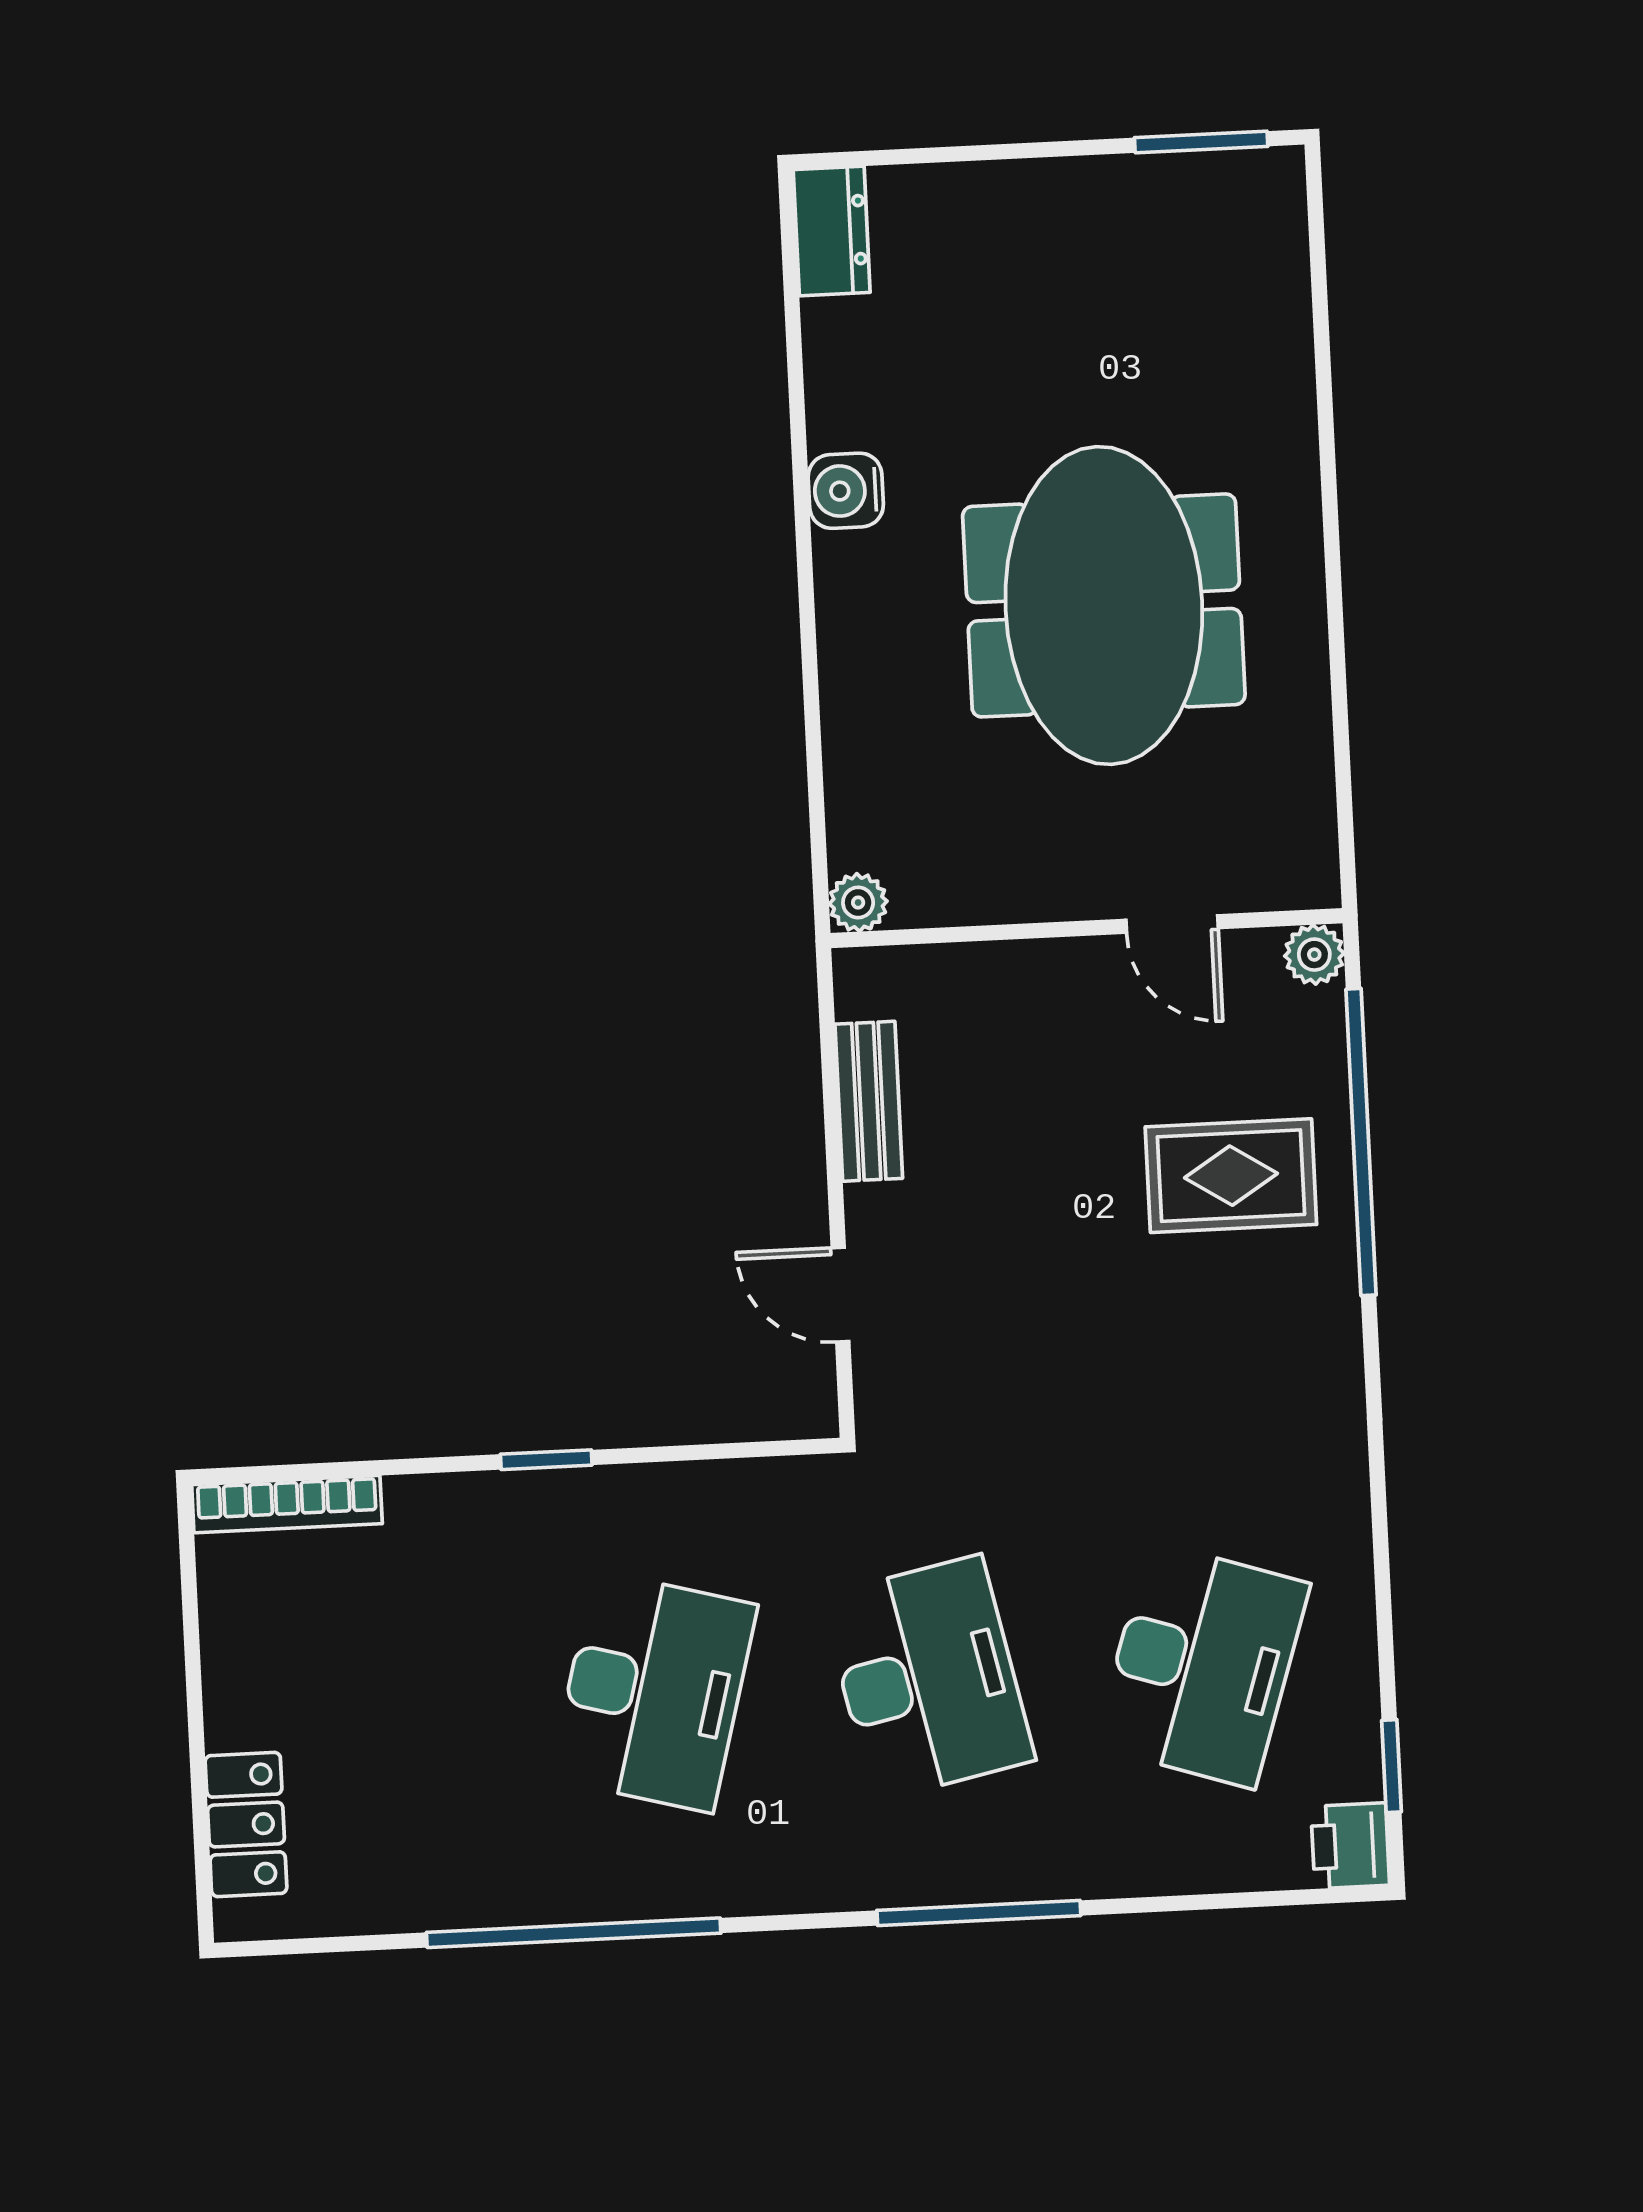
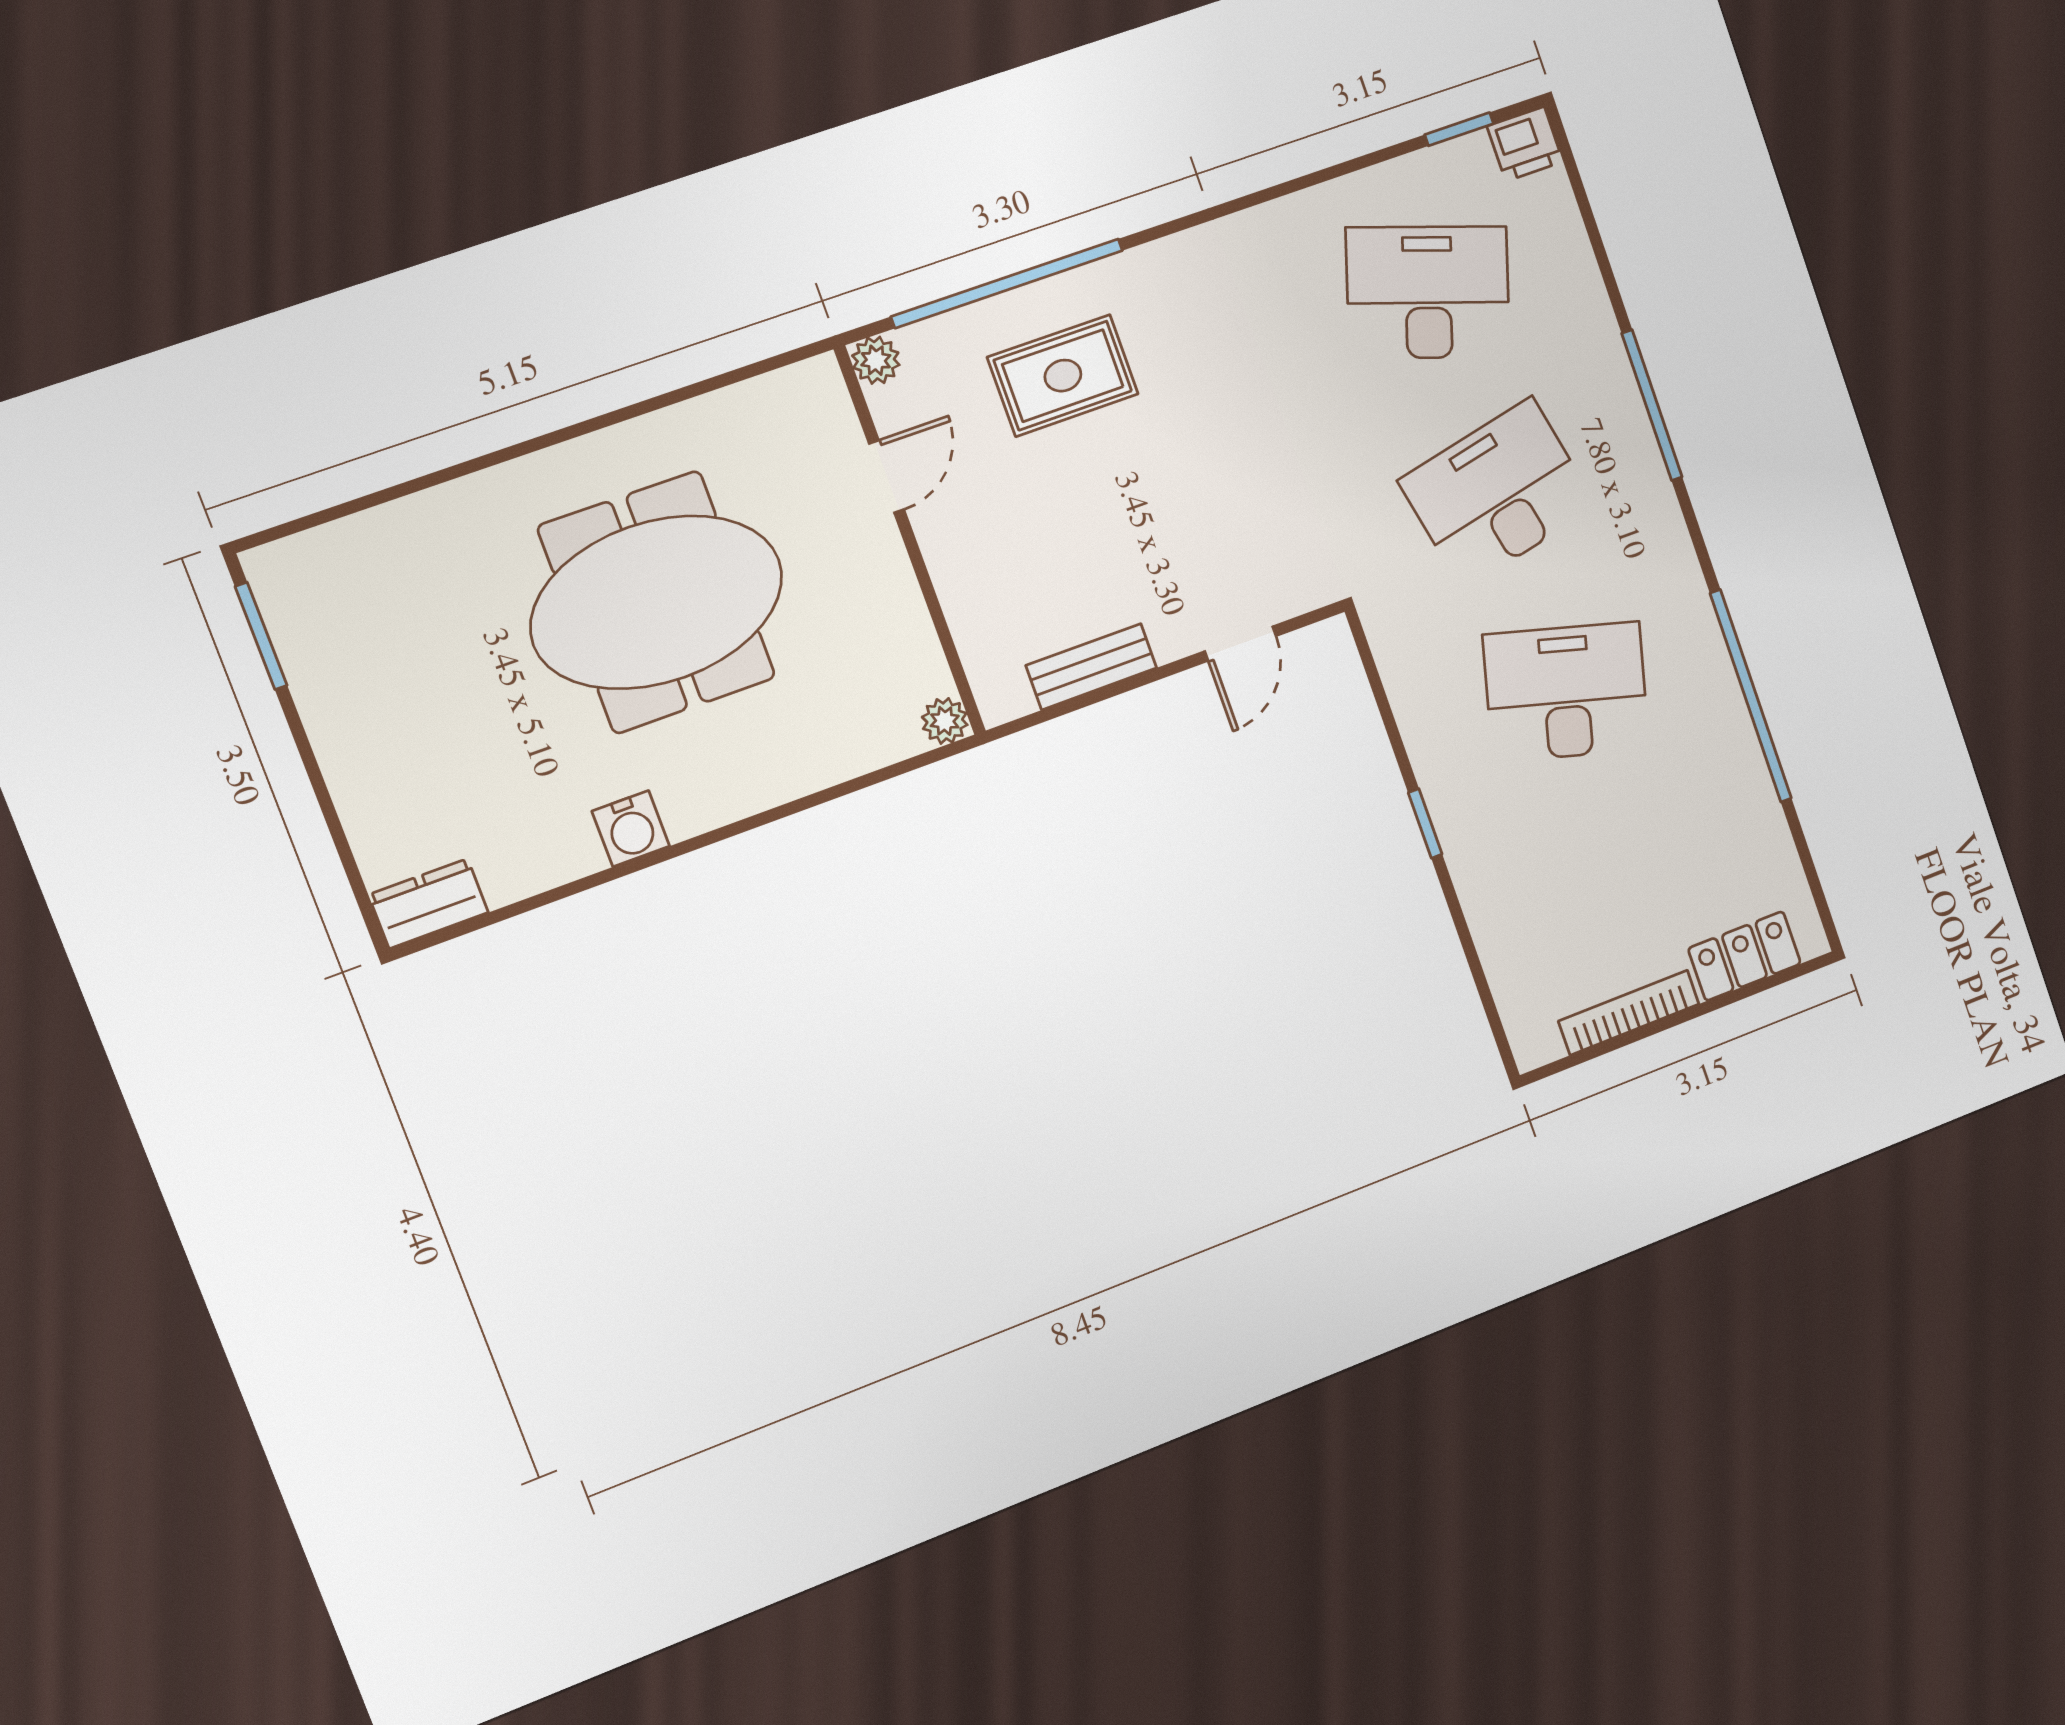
rug: (1231, 1176) -> (1063, 376), turned 90
bookcase: (287, 1504) -> (1629, 1013), moved, turned -90

